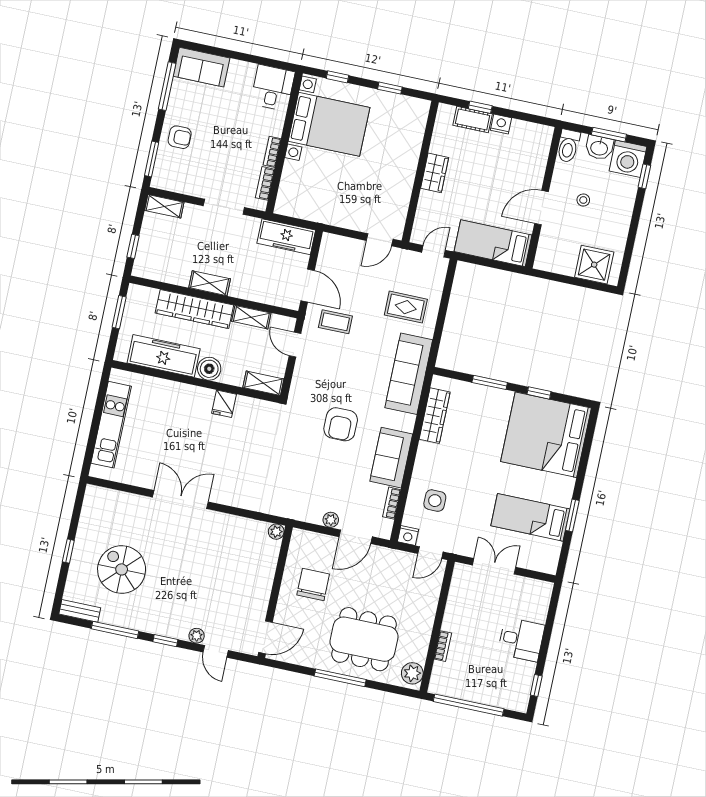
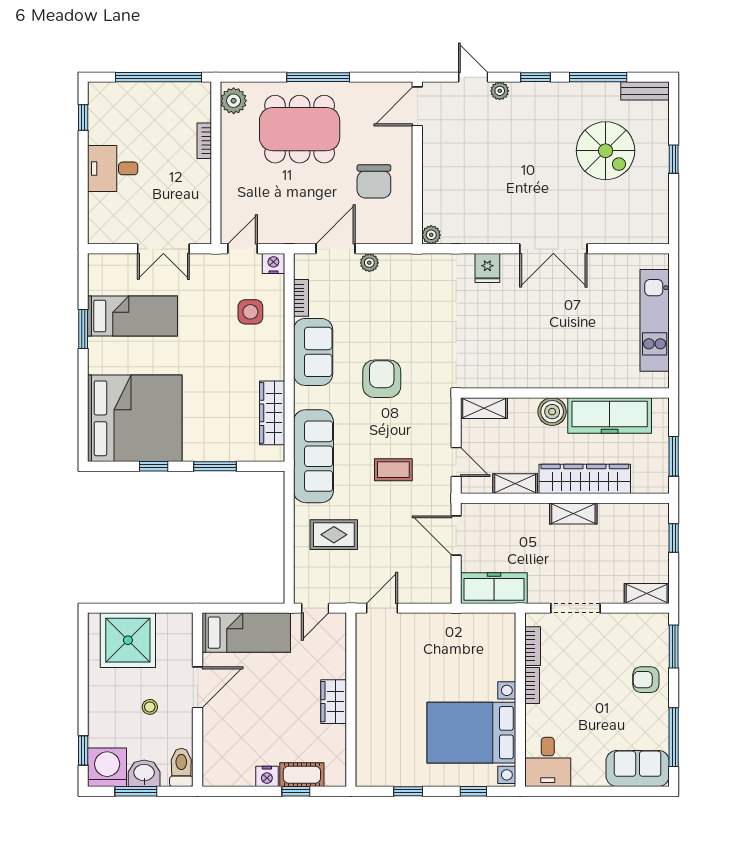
shower: (594, 265) -> (128, 640), width x1.37, depth x1.37
coffee table: (335, 322) -> (393, 470), moved
fridge: (224, 404) -> (487, 268), moved, turned 180

